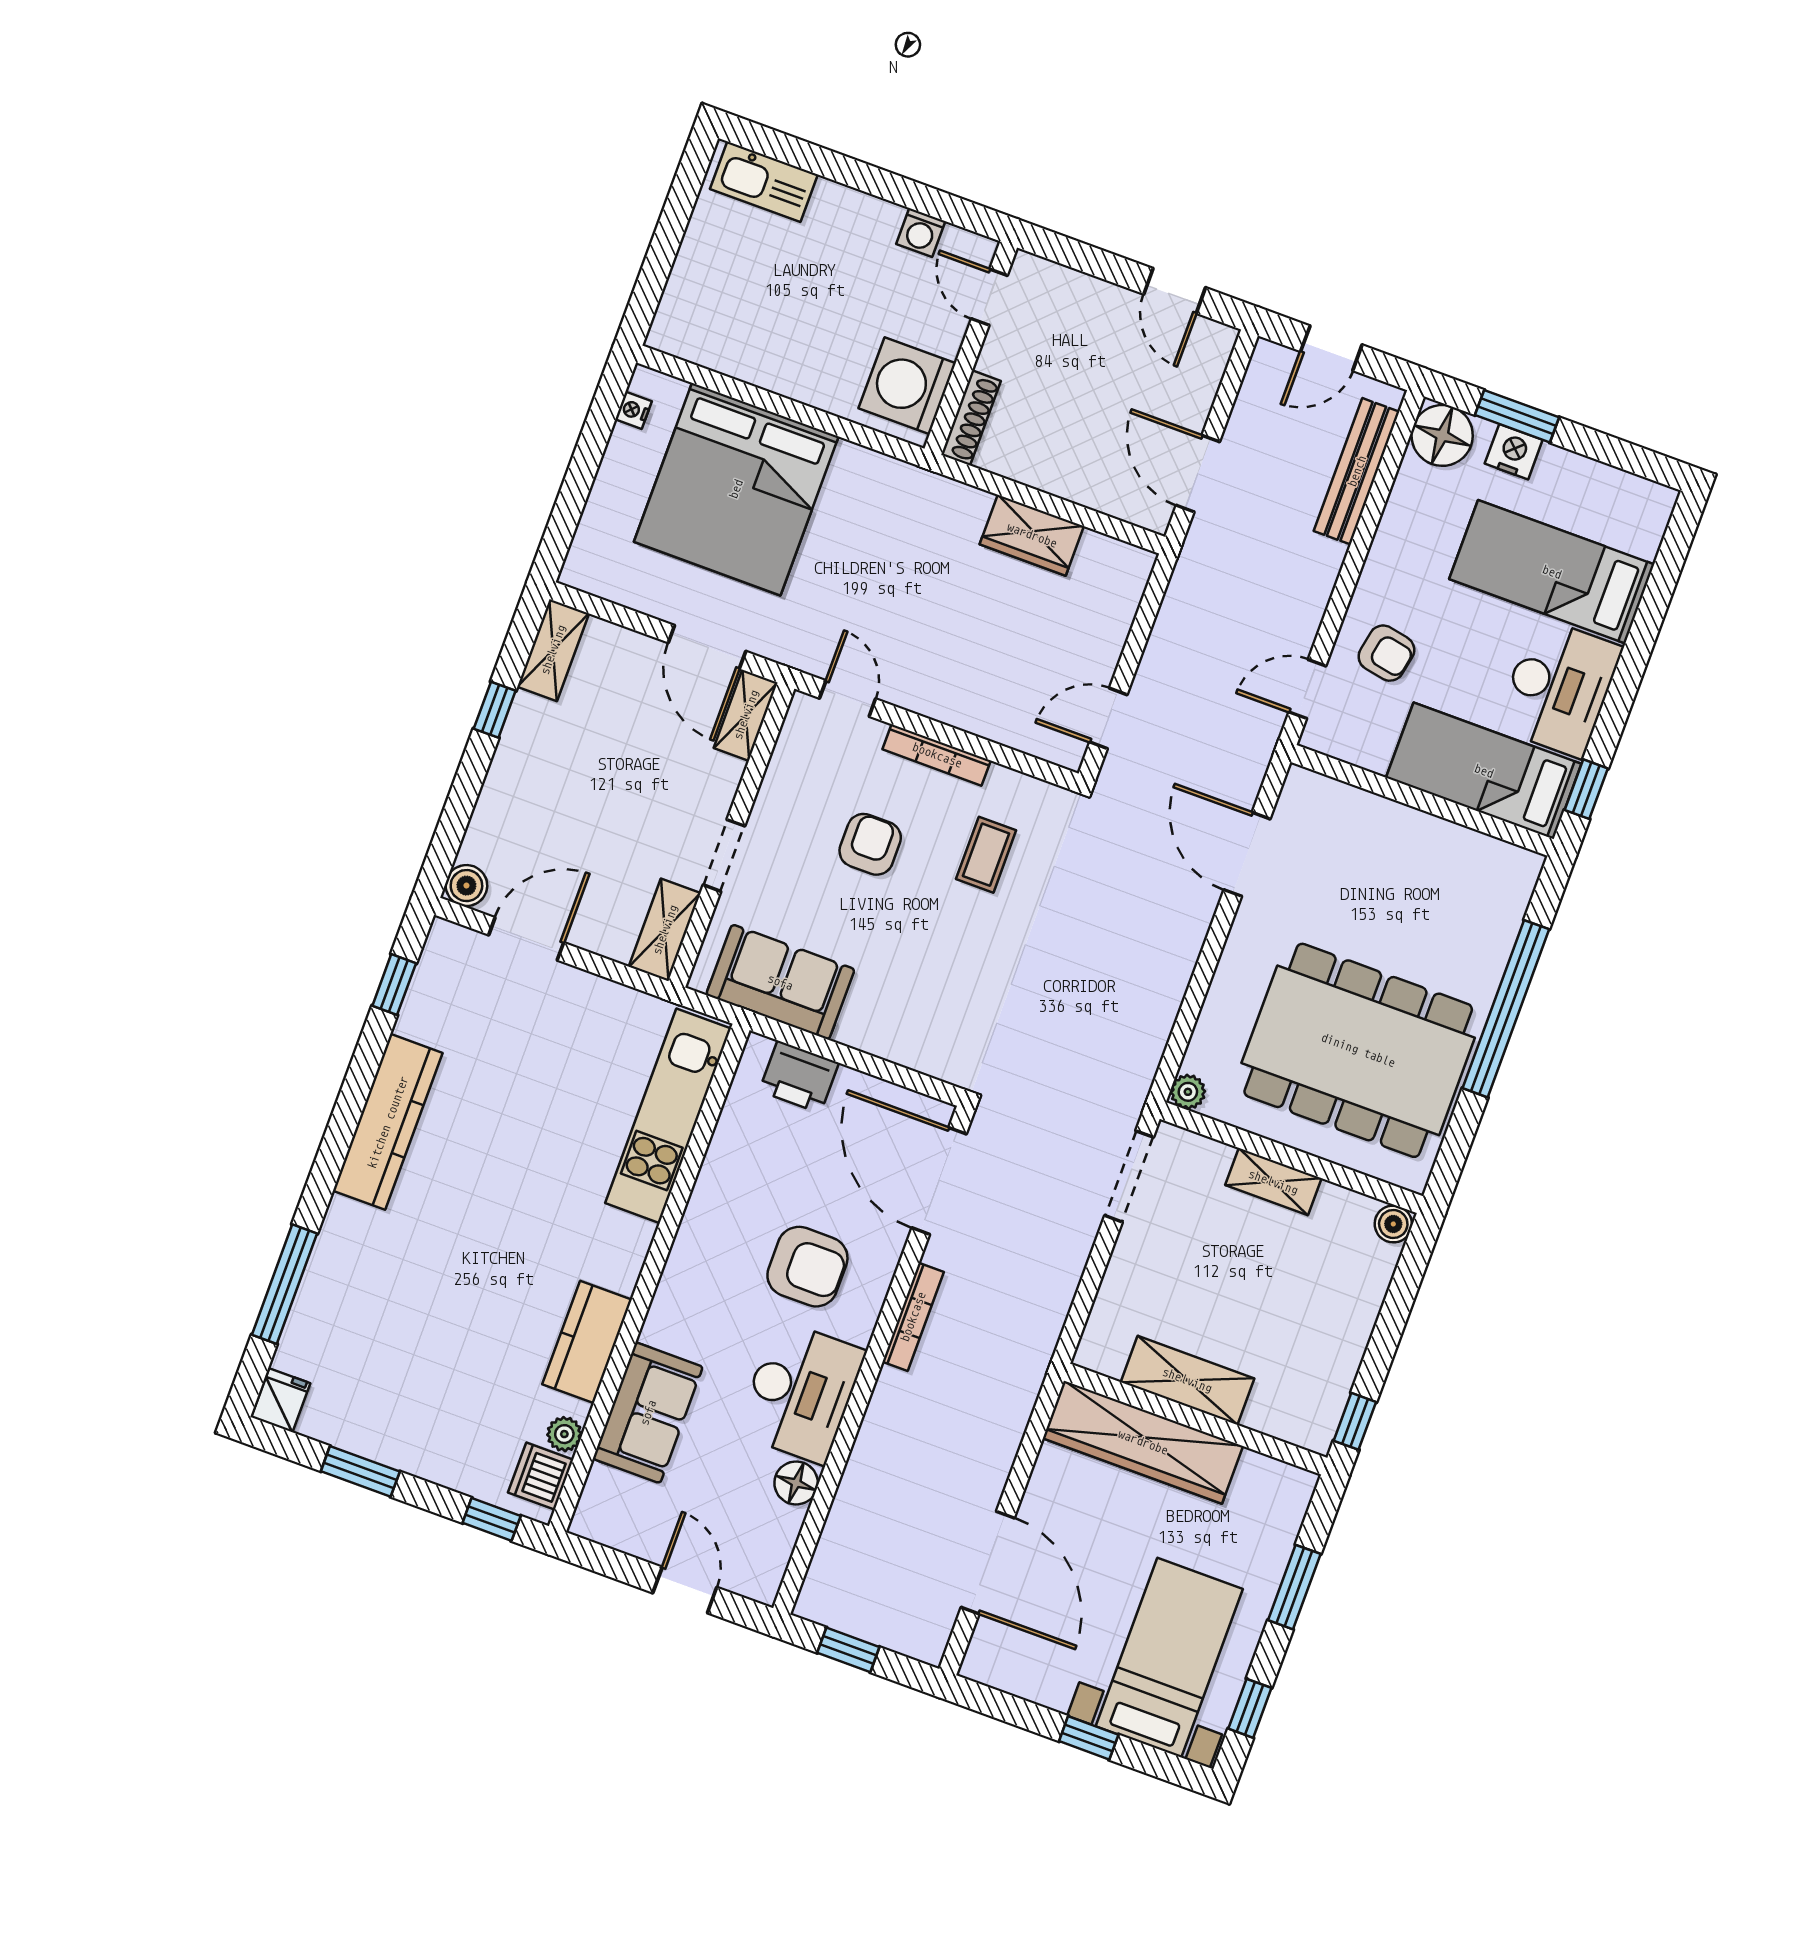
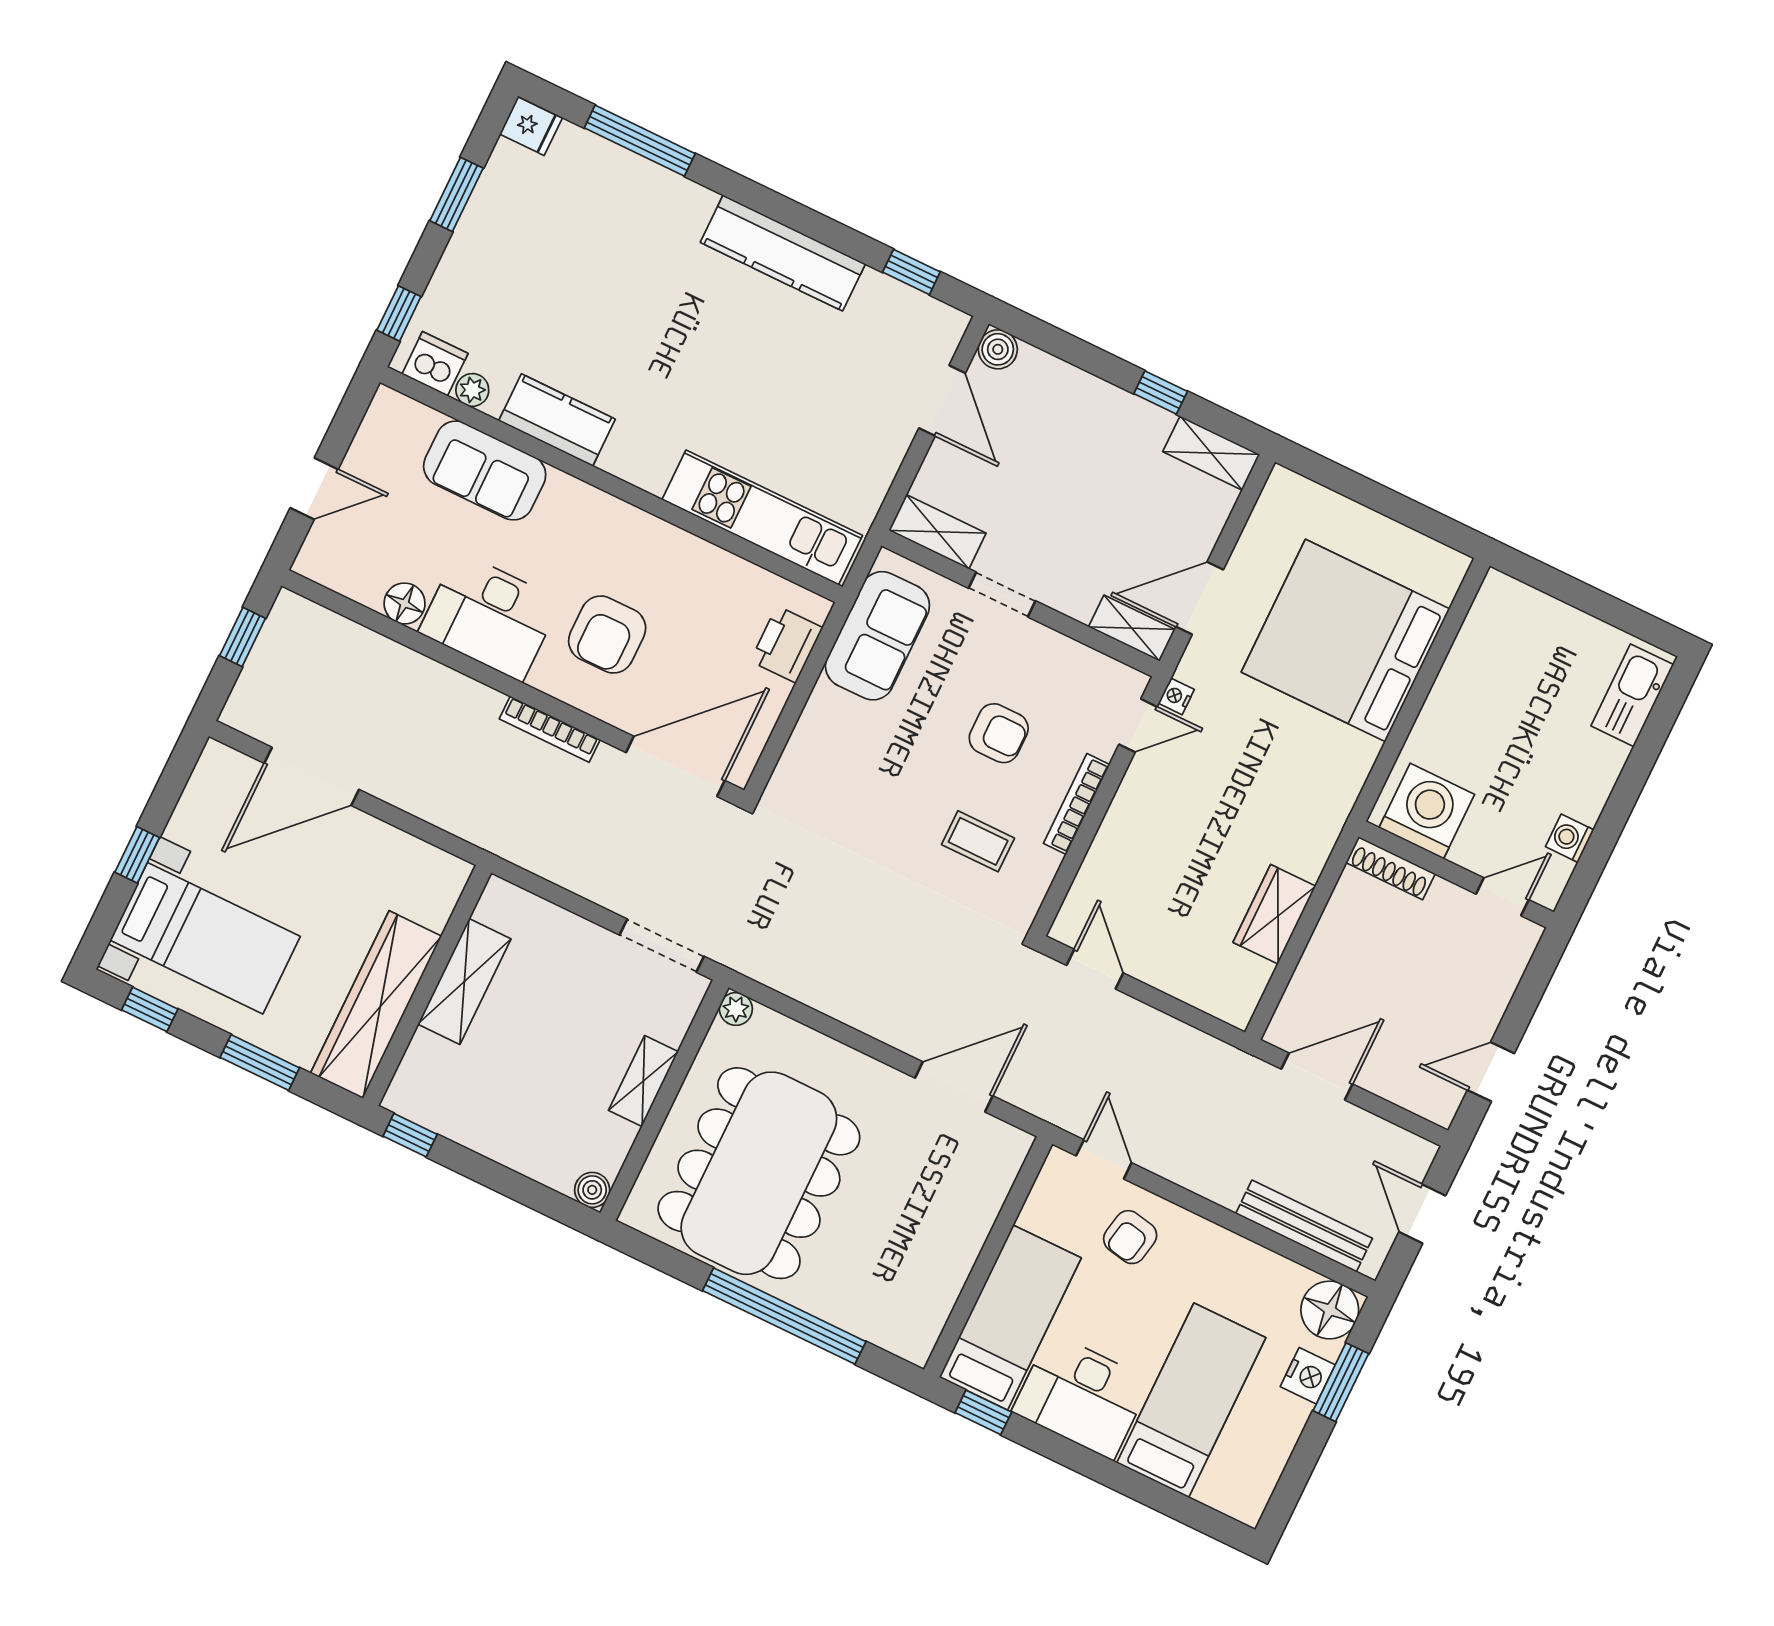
nightstand: (633, 410) -> (1176, 696), moved, turned -90
wardrobe: (1143, 1442) -> (376, 1005), moved

